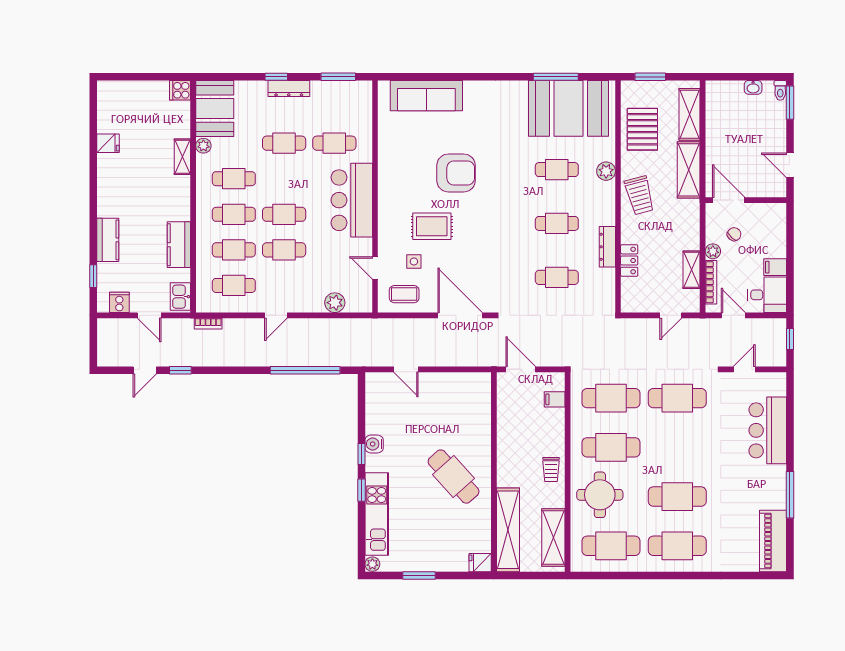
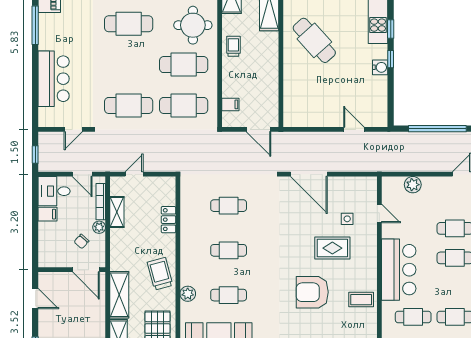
dresser: (607, 247) -> (187, 231), removed
coffee table: (404, 294) -> (361, 300), moved

